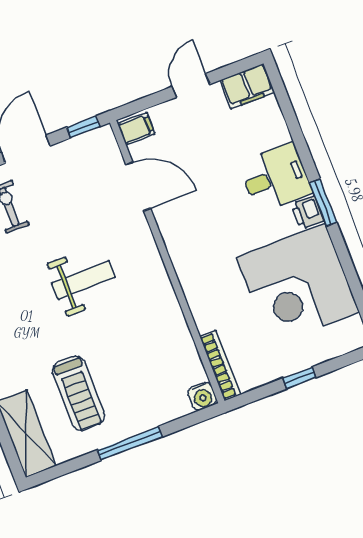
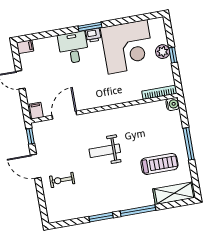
filing cabinet: (247, 86) -> (25, 47), width x0.50
weight bench: (83, 280) -> (105, 151), turned -90
plant: (302, 356) -> (163, 52), added

